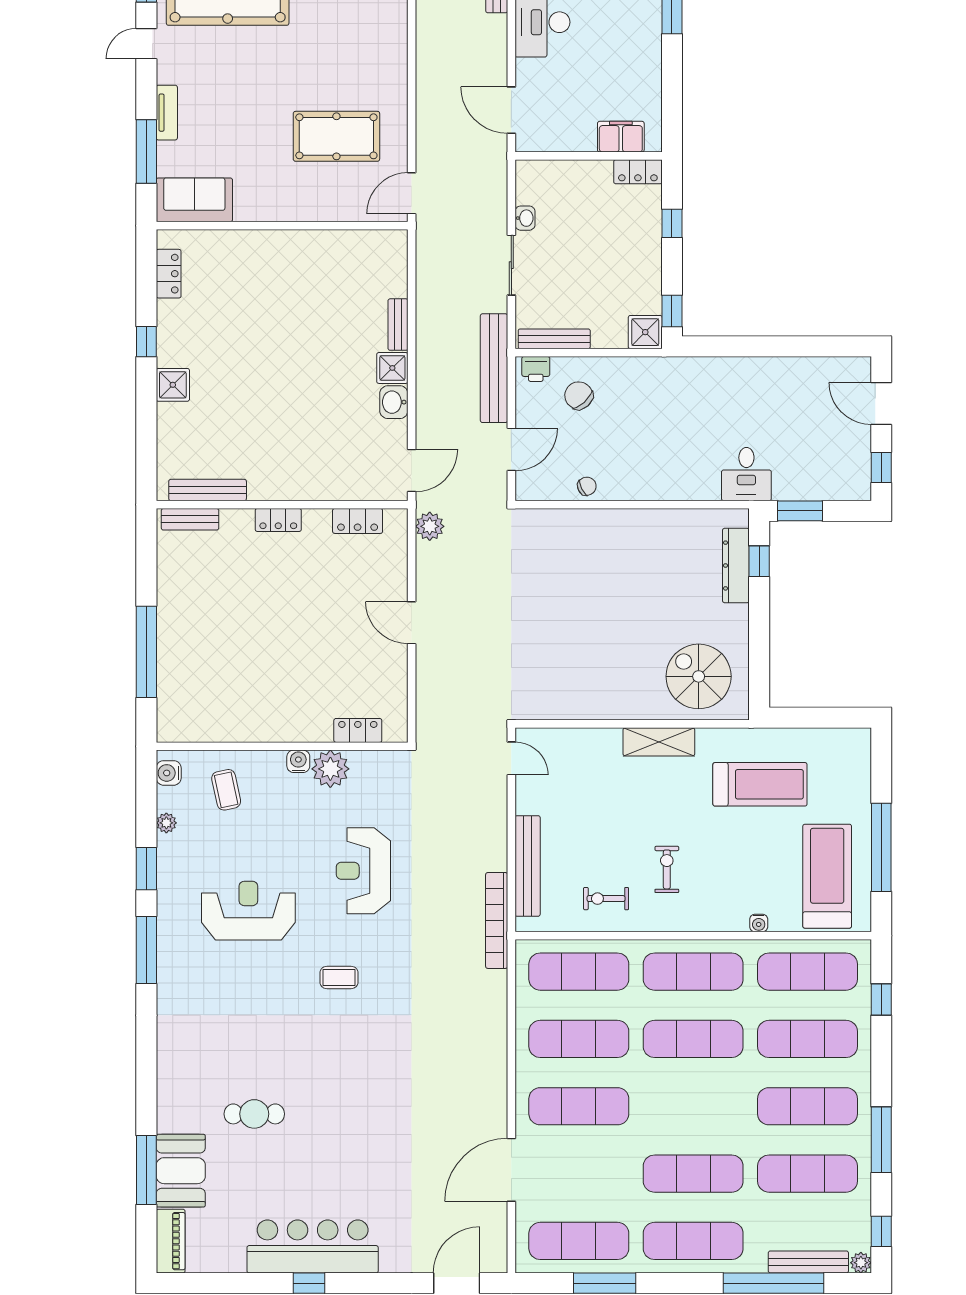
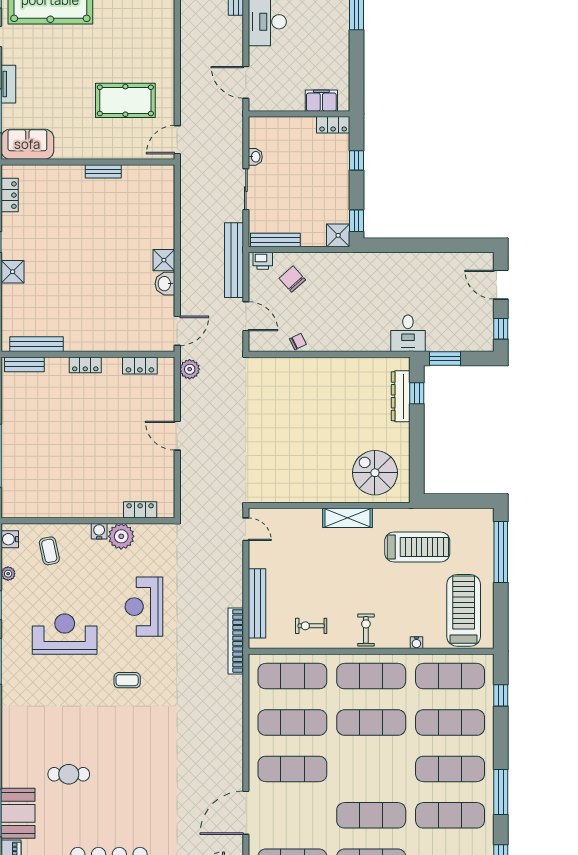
bench: (398, 325) -> (103, 171), moved, turned 90
door: (511, 449) -> (246, 316), hinge flipped
window: (881, 847) -> (501, 552), moved
exercise bike: (667, 869) -> (366, 630), moved

